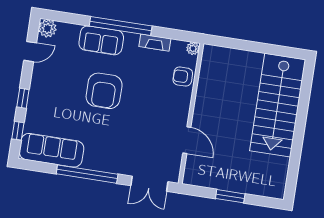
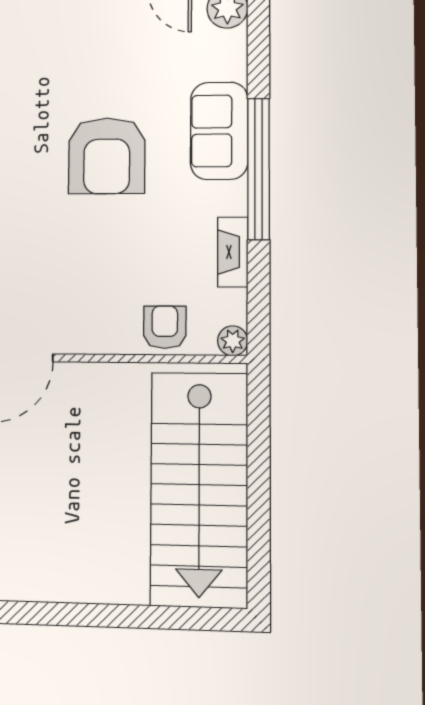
armchair: (104, 91) -> (107, 156), turned -90
stairs: (278, 105) -> (199, 489), moved, turned -90

